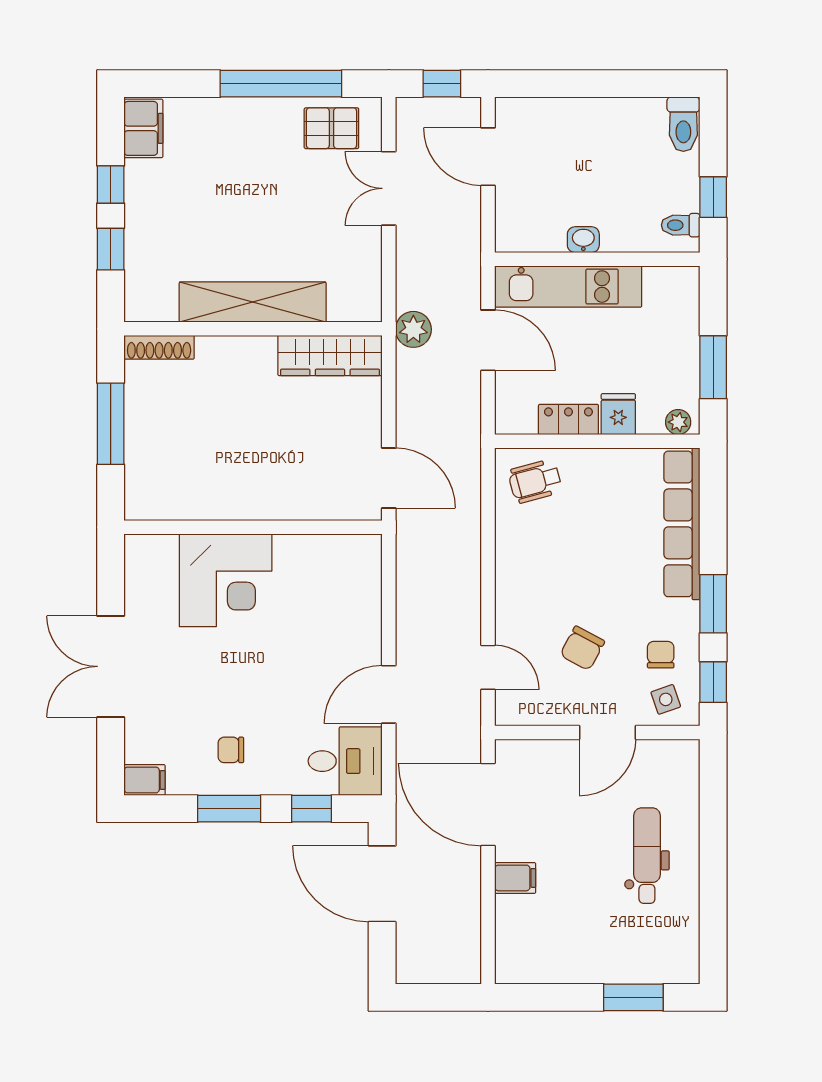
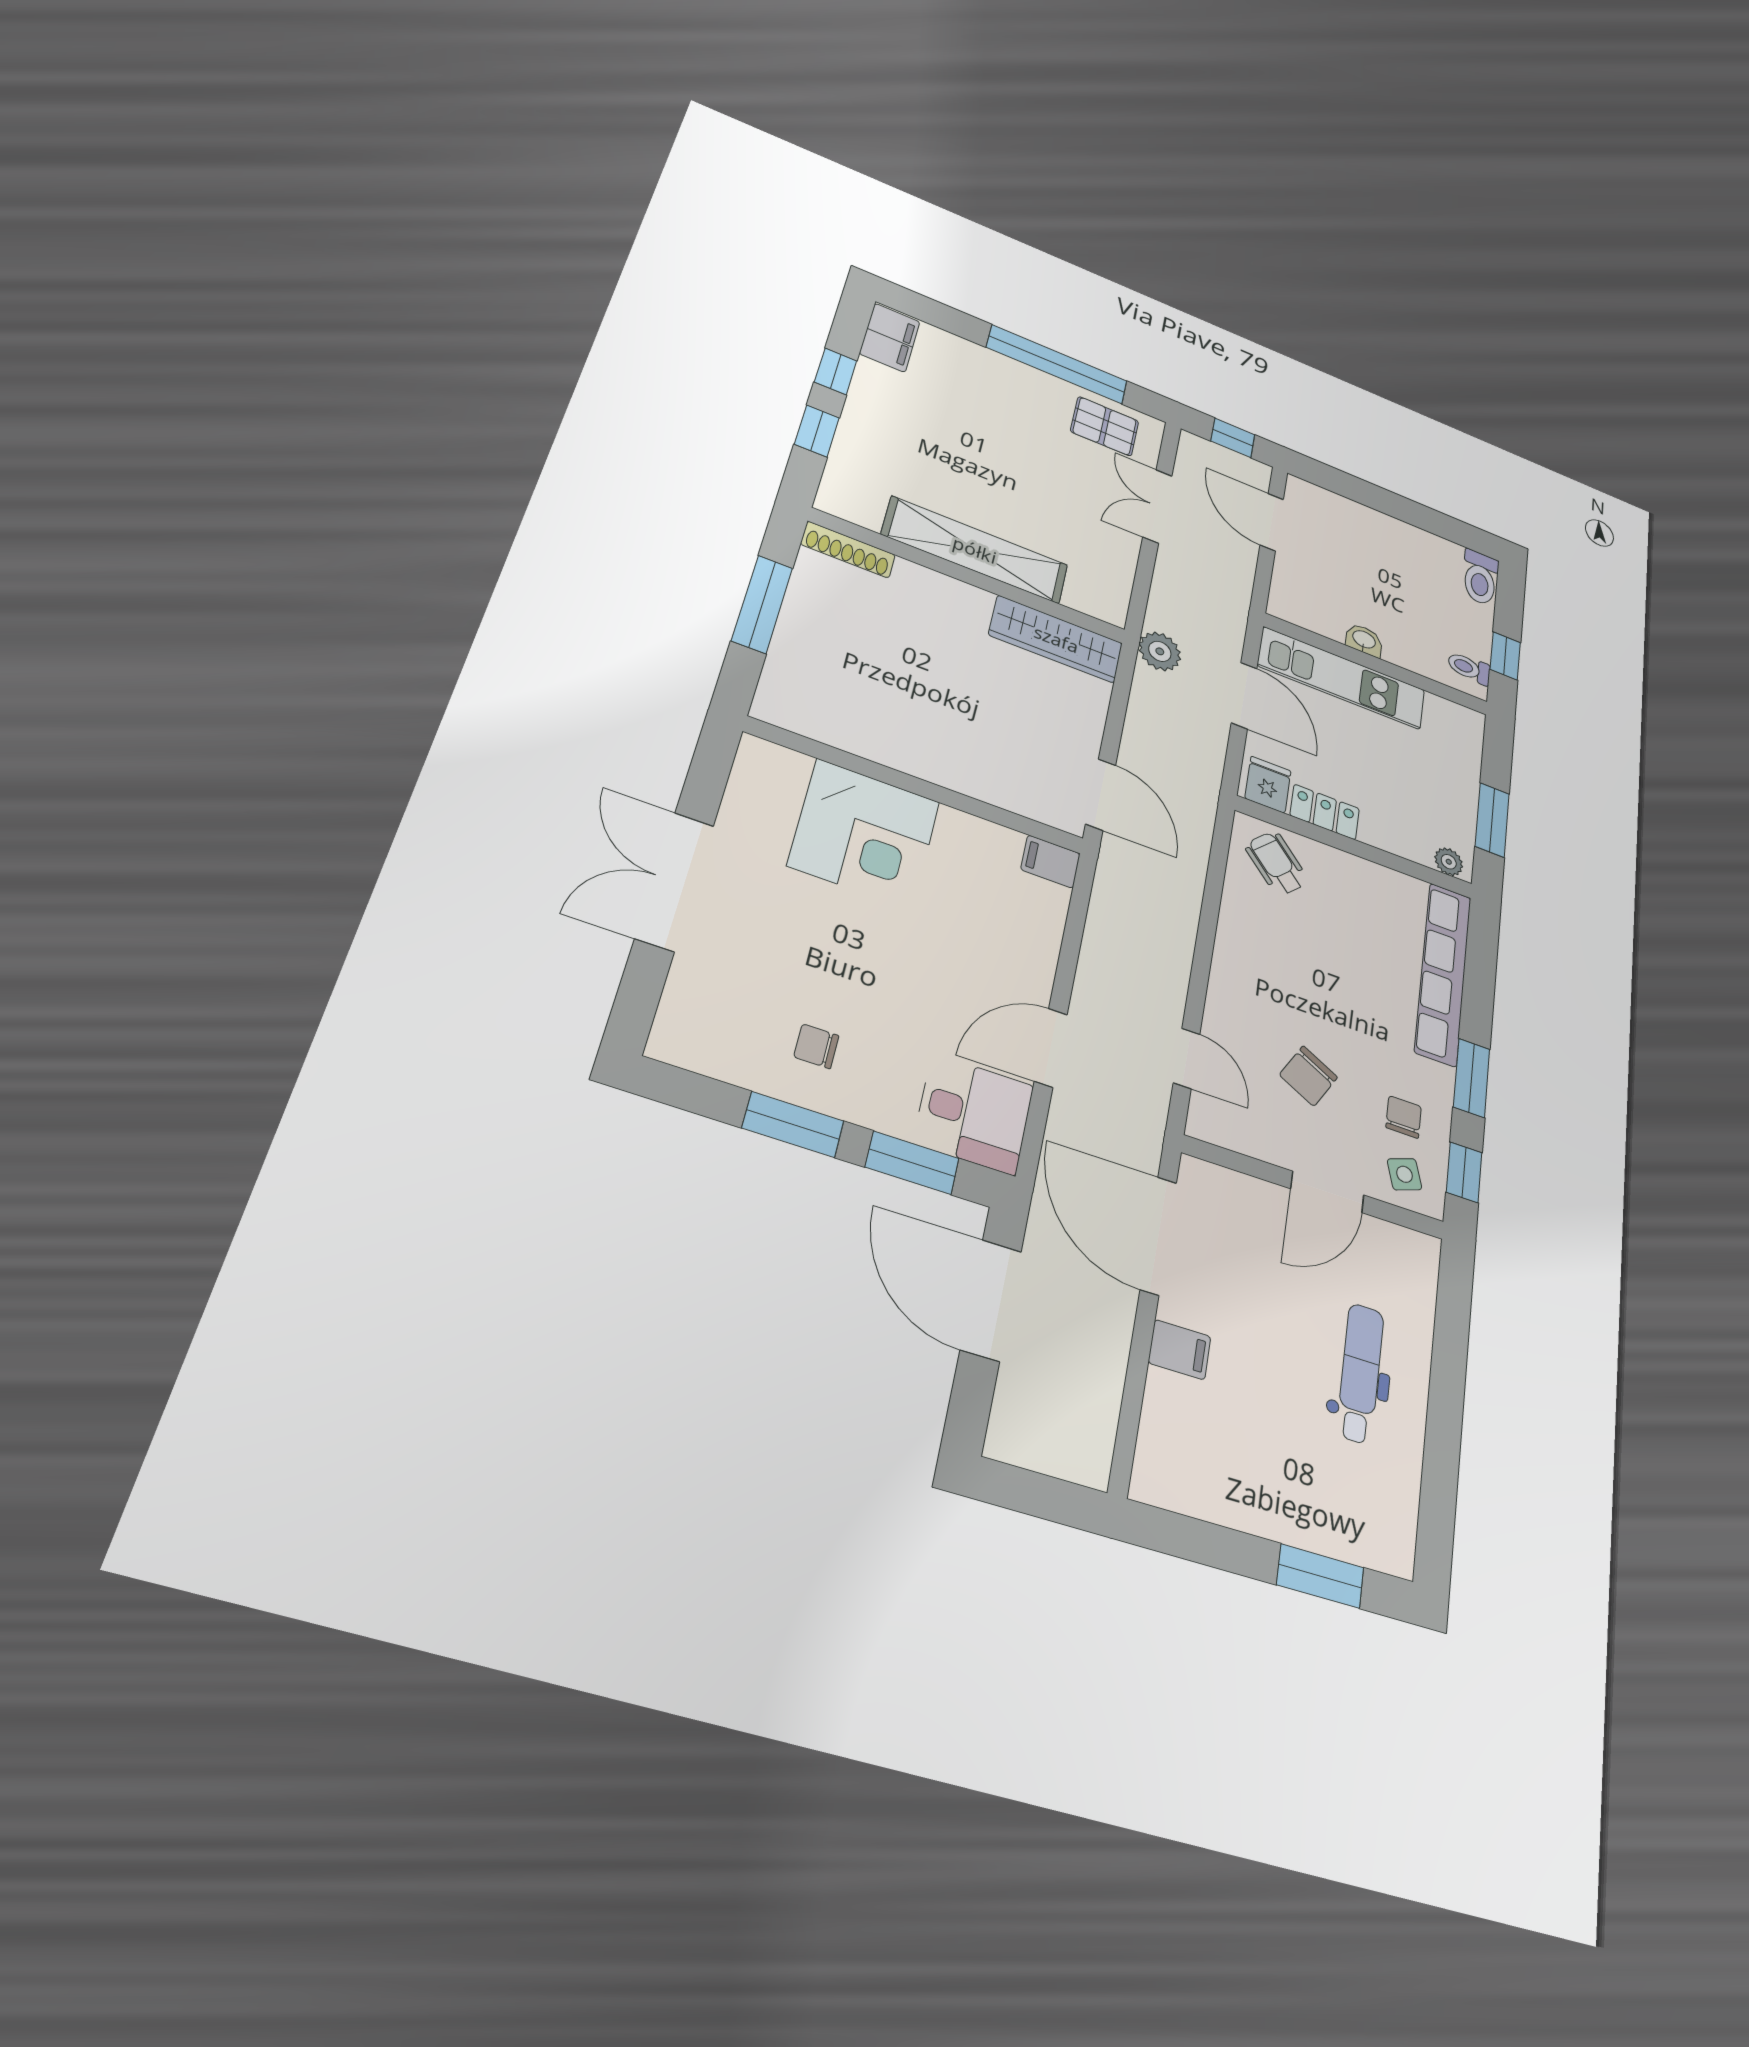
fridge: (618, 414) -> (1268, 785), moved
wheelchair: (535, 481) -> (1277, 863), turned 61
filing cabinet: (145, 780) -> (1050, 862), moved, turned 180
window: (311, 809) -> (912, 1163), width x1.50

